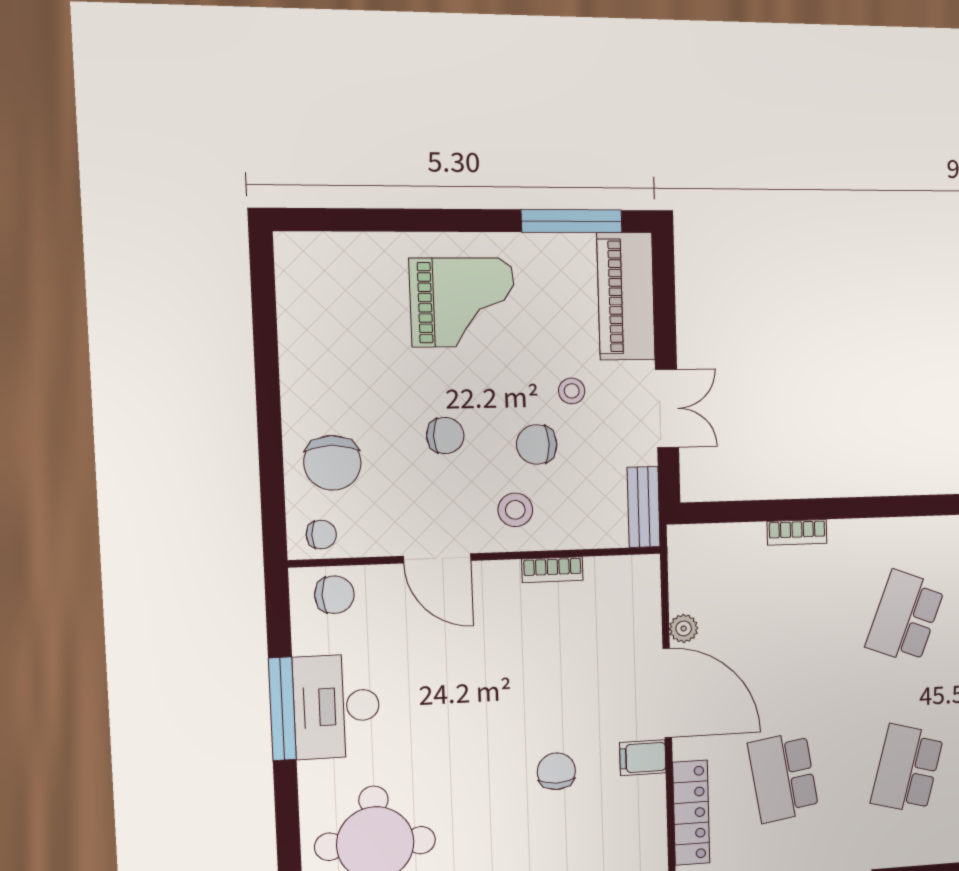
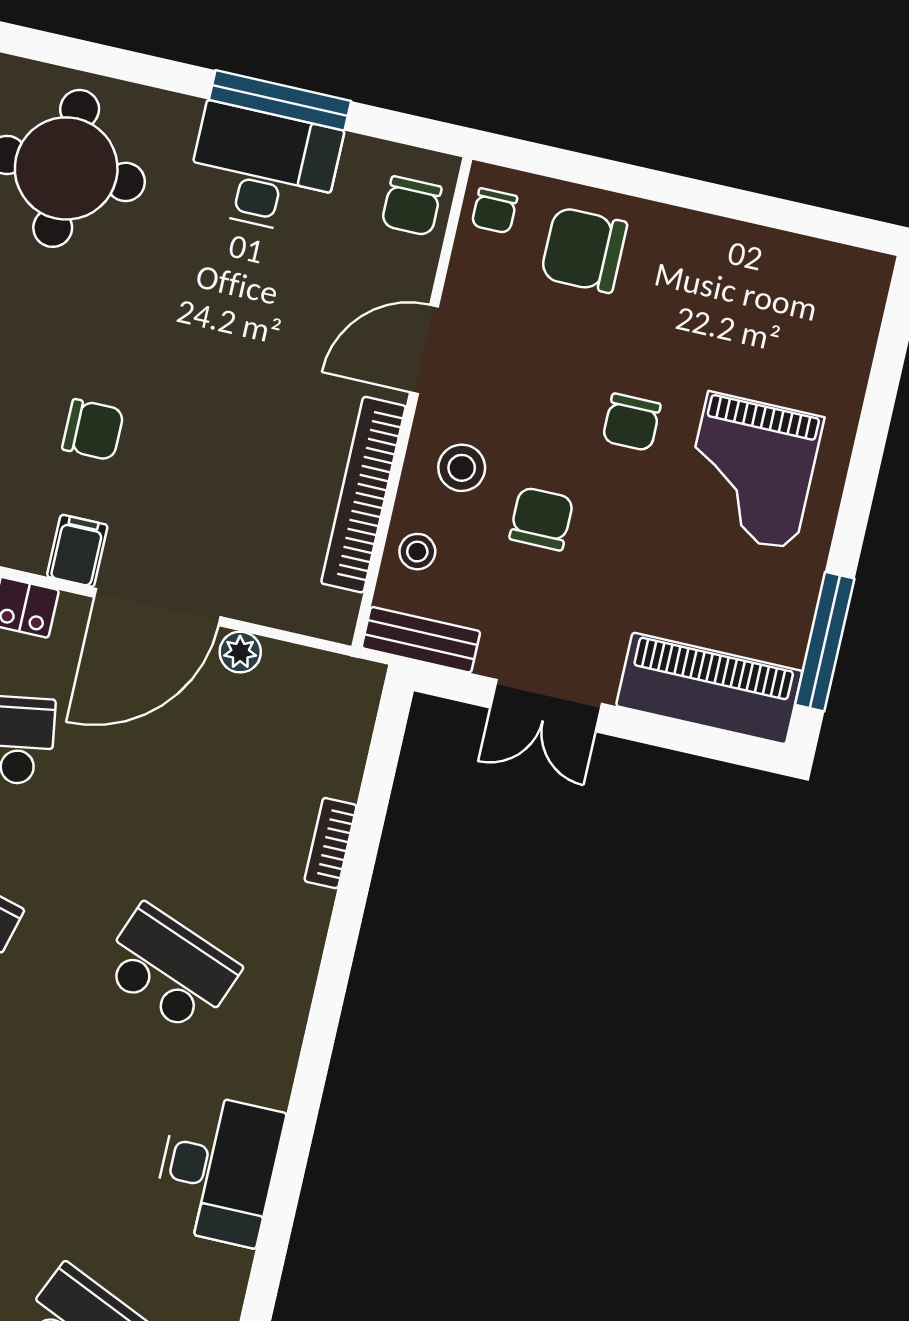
stool: (572, 391) -> (417, 552), moved
chair: (445, 435) -> (631, 422), moved
bookcase: (552, 570) -> (363, 495), width x2.31, depth x1.31

